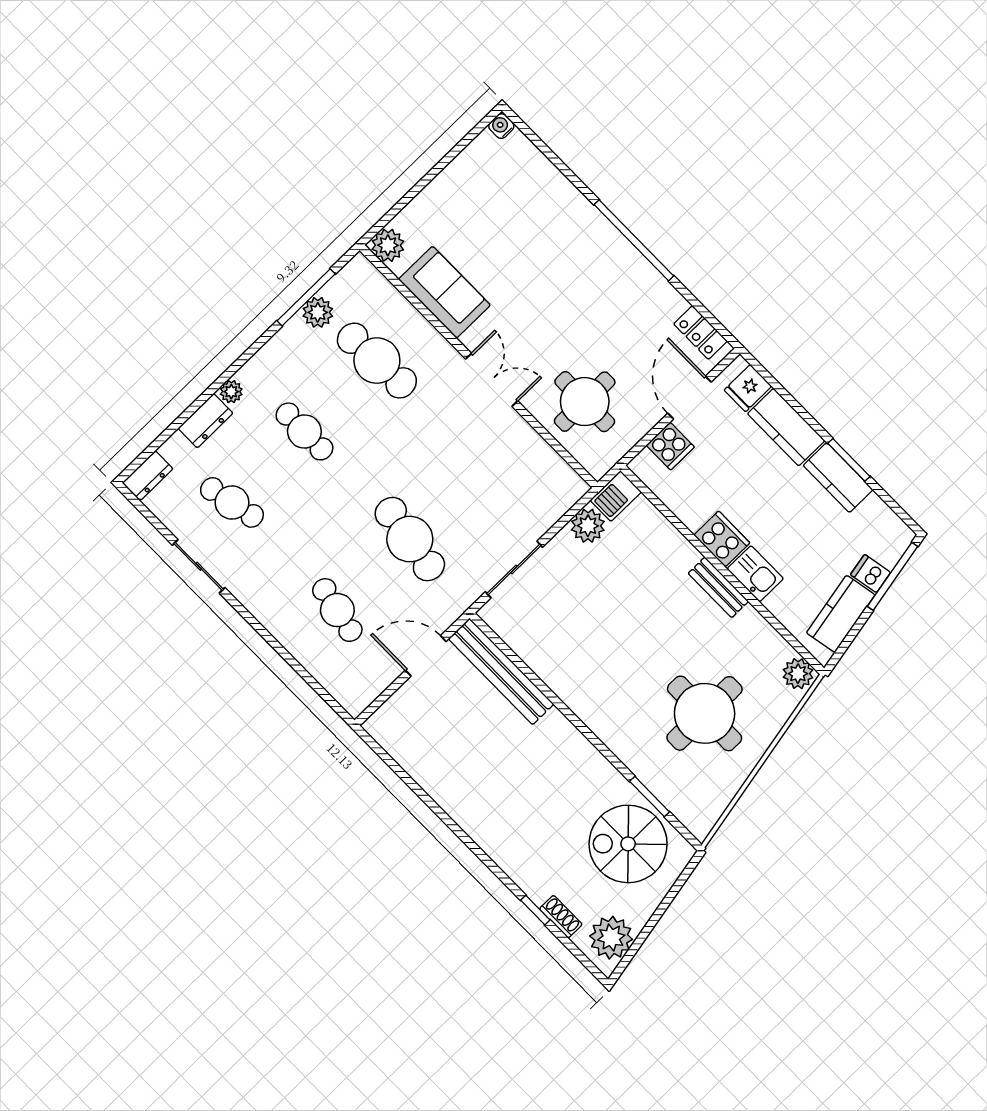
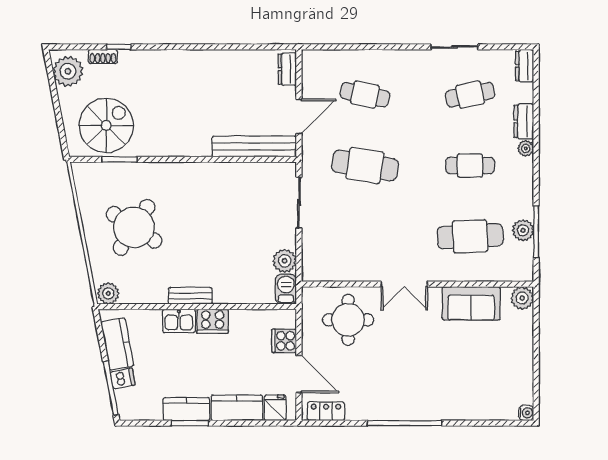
round table: (705, 713) -> (134, 227), turned 33
dresser: (389, 715) -> (287, 69), added

